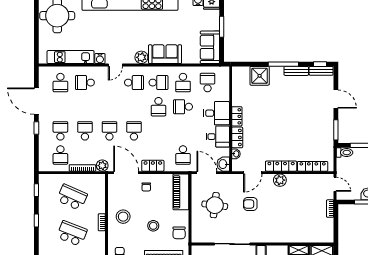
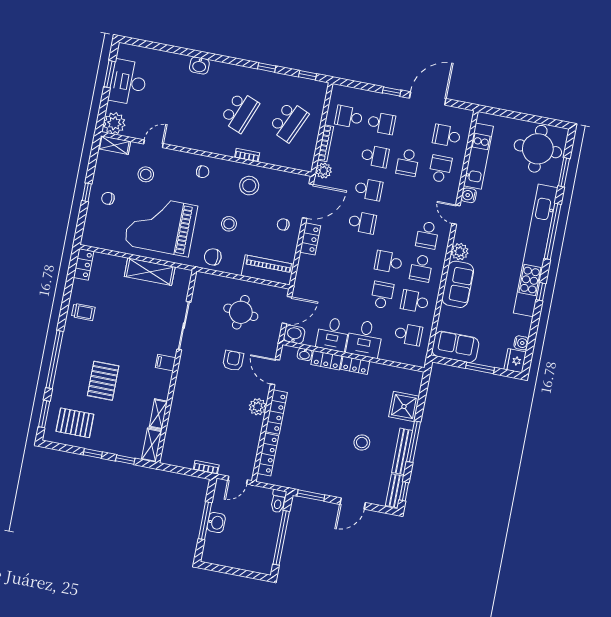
bench: (296, 71) -> (402, 451), width x1.36
stool: (291, 101) -> (362, 443), added
school desk: (183, 155) -> (408, 163), moved, turned -90

